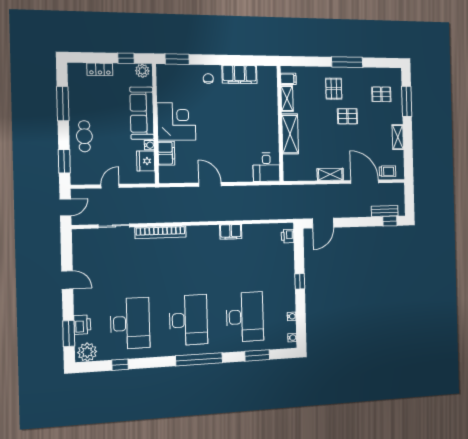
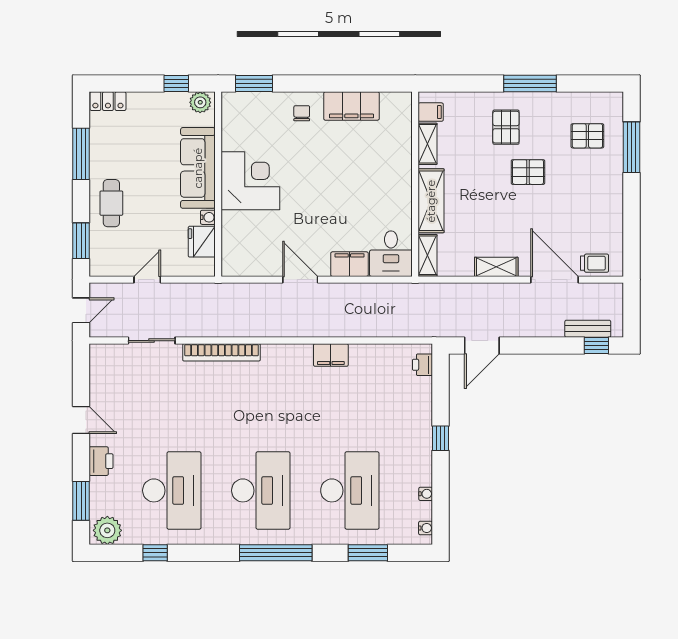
locker: (100, 69) -> (108, 101), moved
shelving: (398, 137) -> (428, 255), moved
filing cabinet: (166, 153) -> (349, 264), moved, turned -90
printer: (82, 325) -> (101, 461), moved

